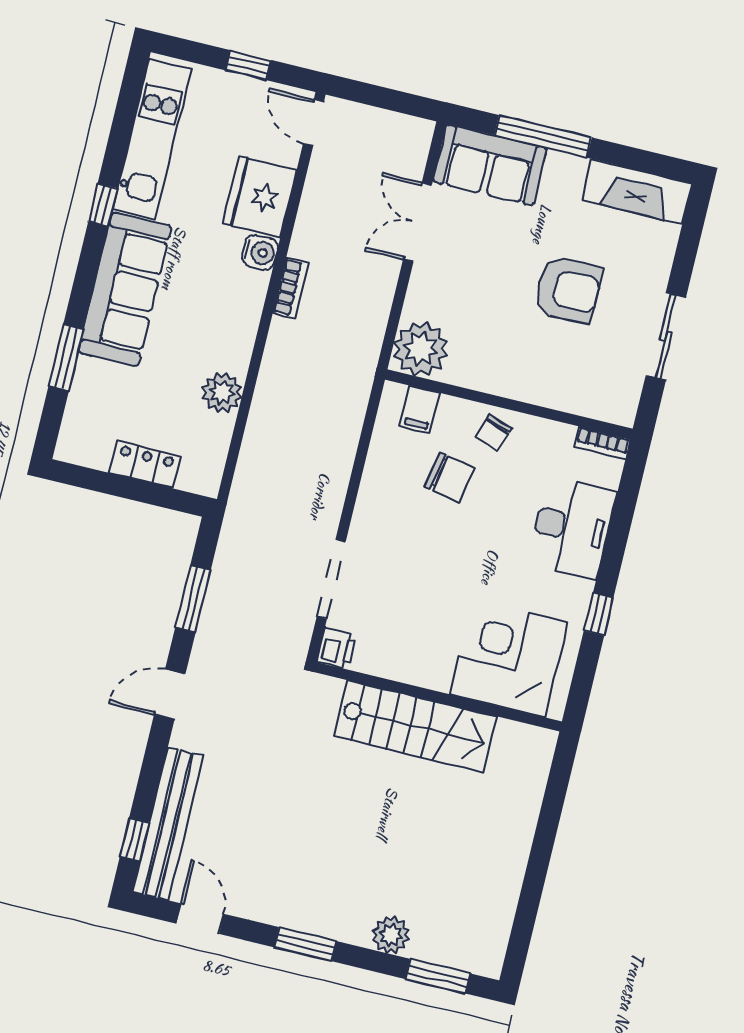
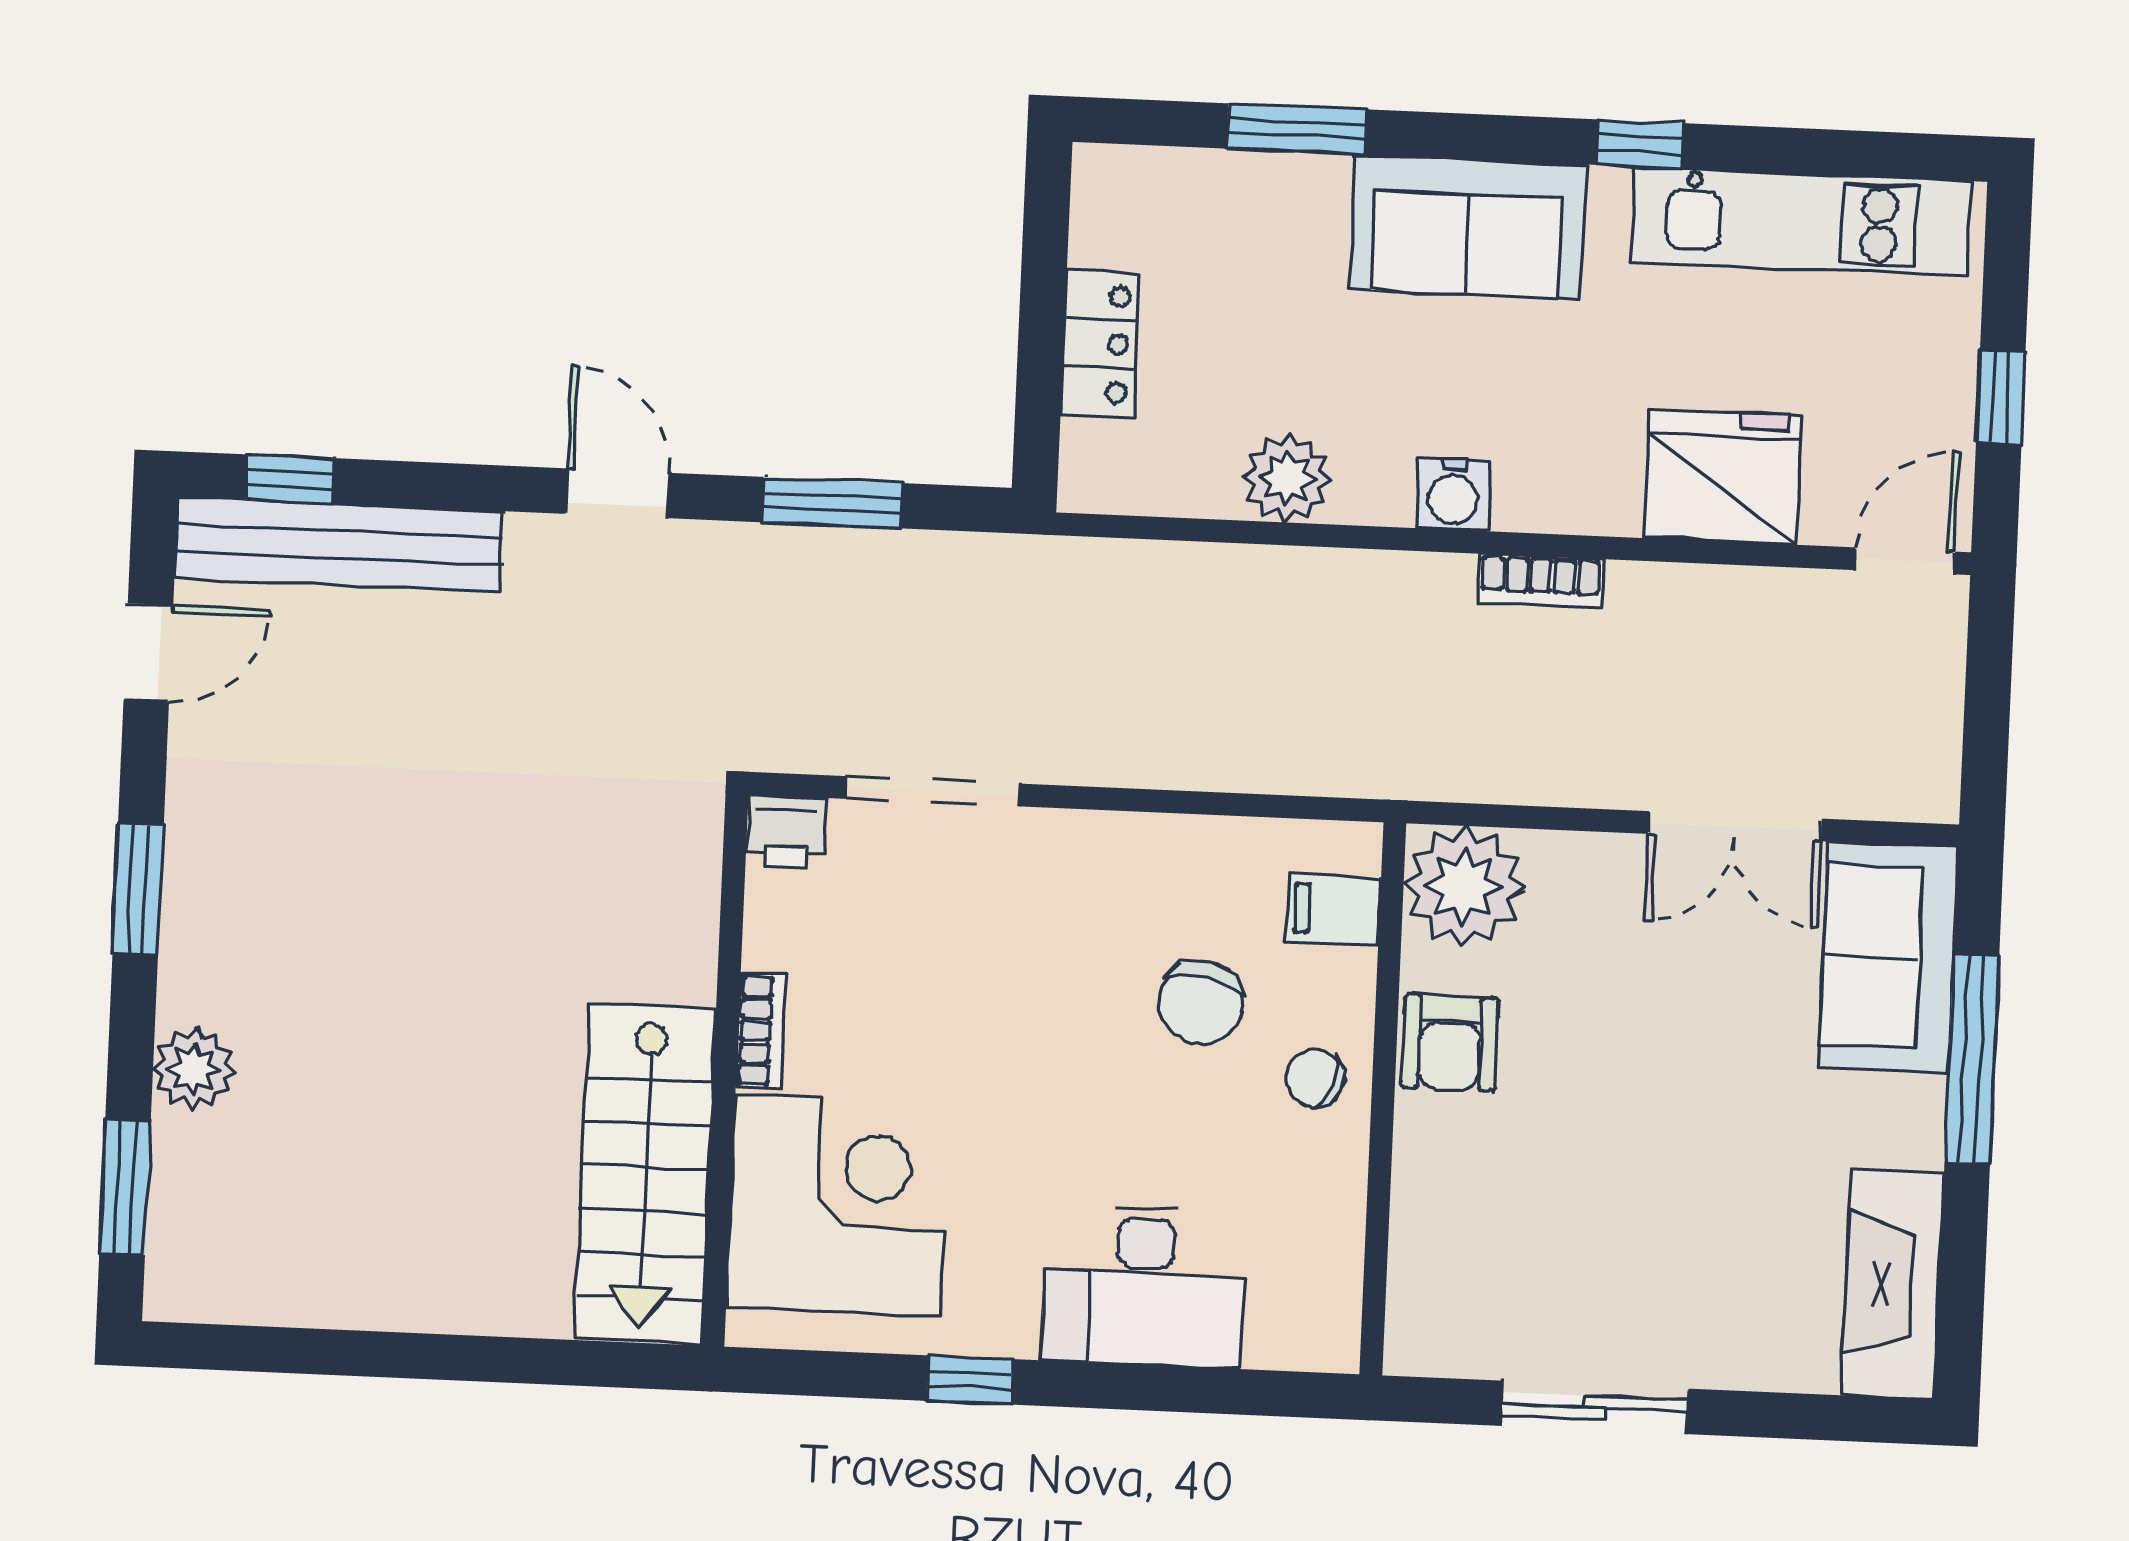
double door: (418, 222) -> (1735, 826), swing flipped
water cooler: (260, 252) -> (1453, 494), moved
sofa: (125, 289) -> (1468, 227), width x0.73
armchair: (568, 290) -> (1450, 1043), moved, width x0.72, depth x0.72
bookcase: (602, 443) -> (761, 1031), moved, turned 180
stairs: (415, 726) -> (646, 1174), moved

